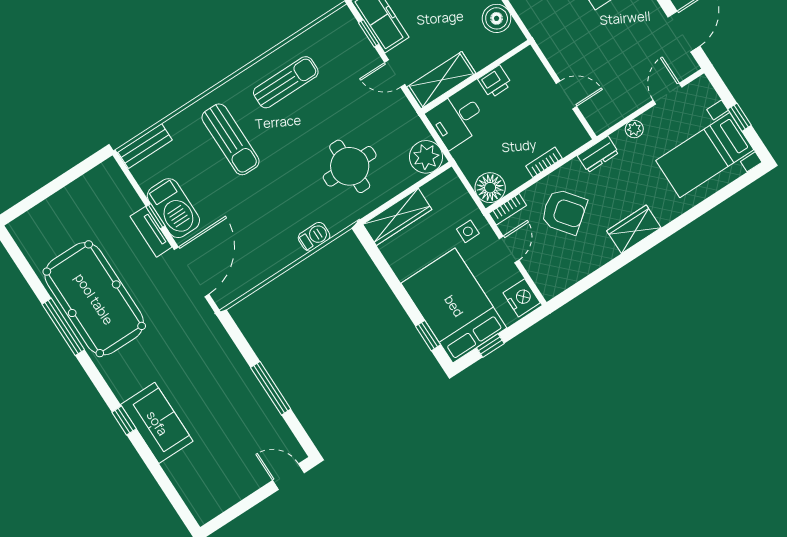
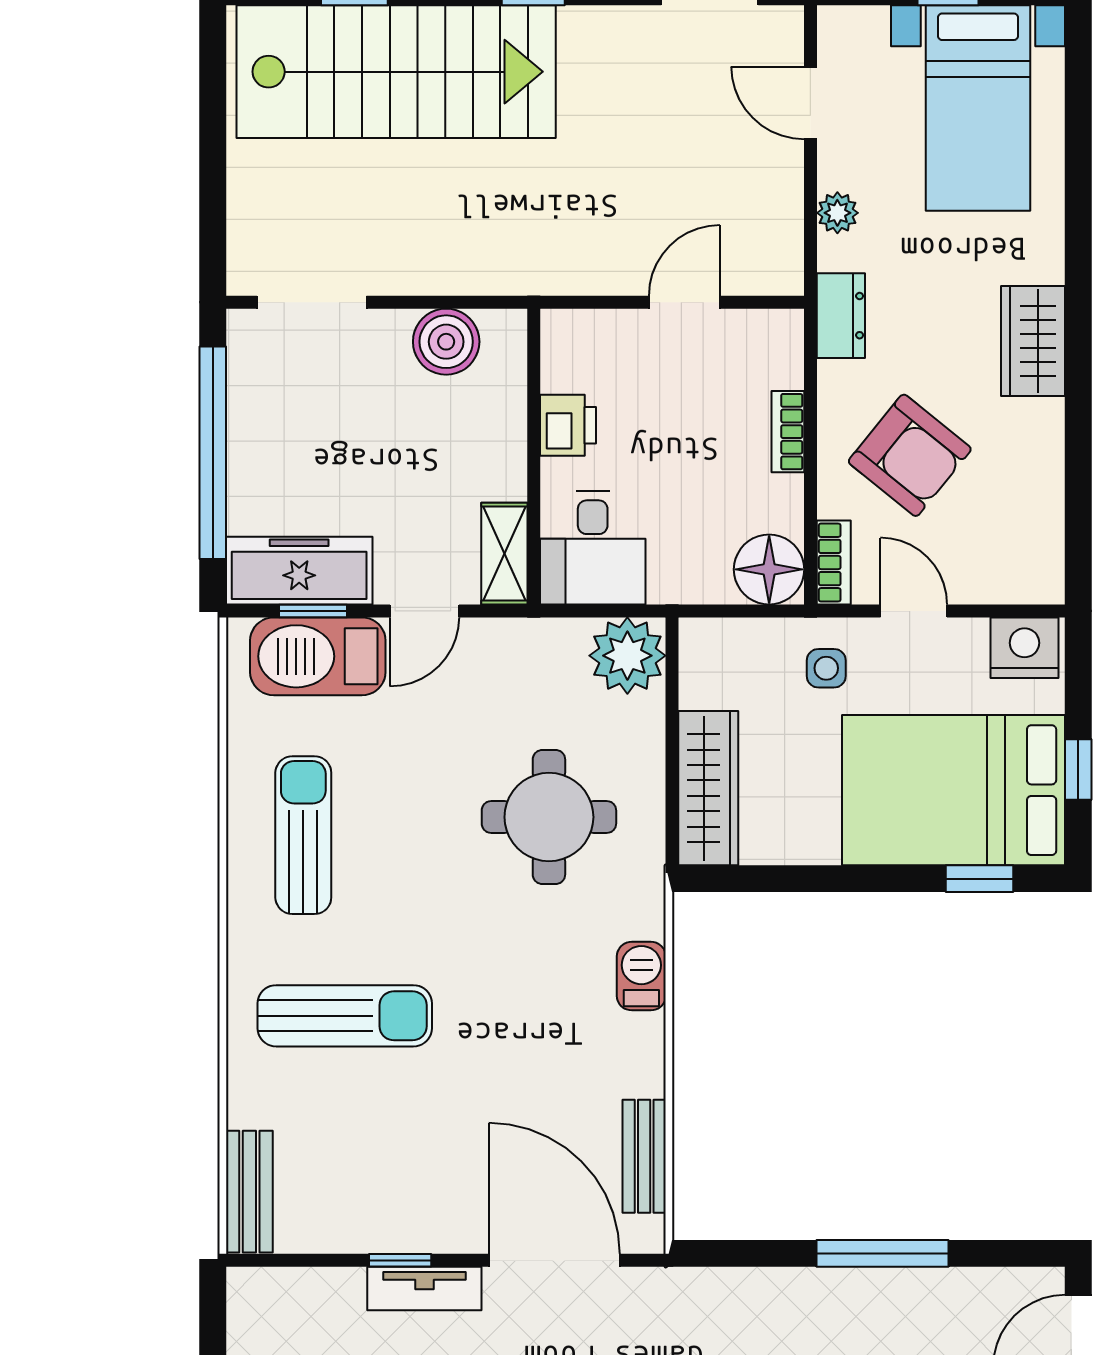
shelving: (441, 80) -> (504, 554), width x0.67, depth x0.75
barbecue: (173, 208) -> (318, 656), moved, turned 180
armchair: (564, 212) -> (910, 455), turned 77
bench: (250, 280) -> (644, 1156), added

